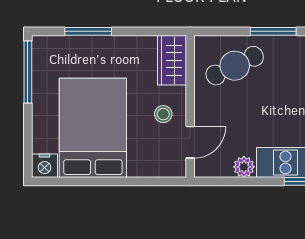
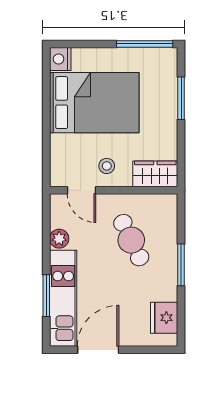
cafe table: (235, 66) -> (131, 240), moved

